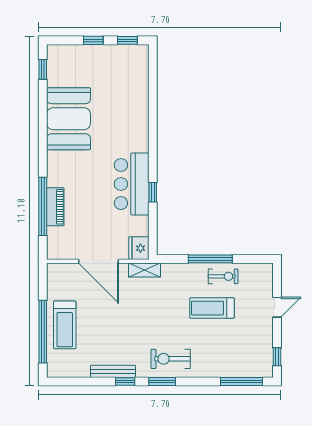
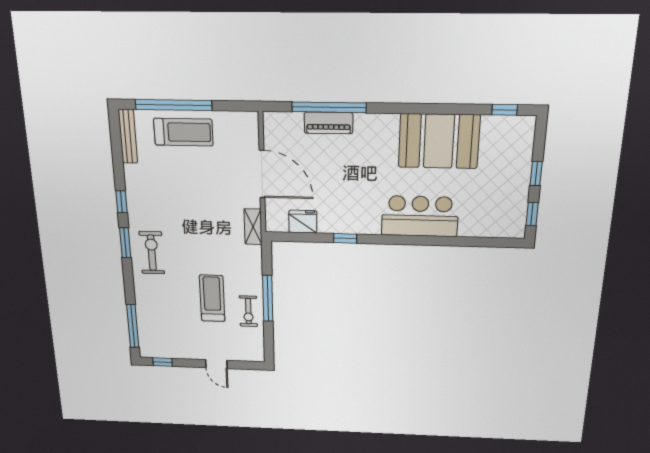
bar counter: (132, 184) -> (420, 216), moved
fridge: (139, 248) -> (303, 222), moved
door: (98, 261) -> (262, 174), swing flipped
treadmill: (65, 325) -> (183, 132), turned 180
bench: (113, 371) -> (128, 136), moved

